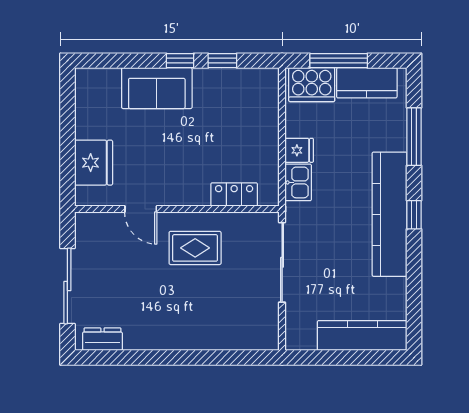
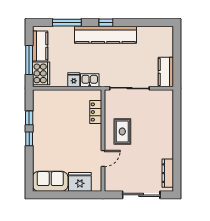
sofa: (157, 88) -> (50, 181), moved, turned -90
kitchen counter: (362, 335) -> (166, 72), moved, width x0.67
dresser: (102, 339) -> (168, 173), width x1.44

